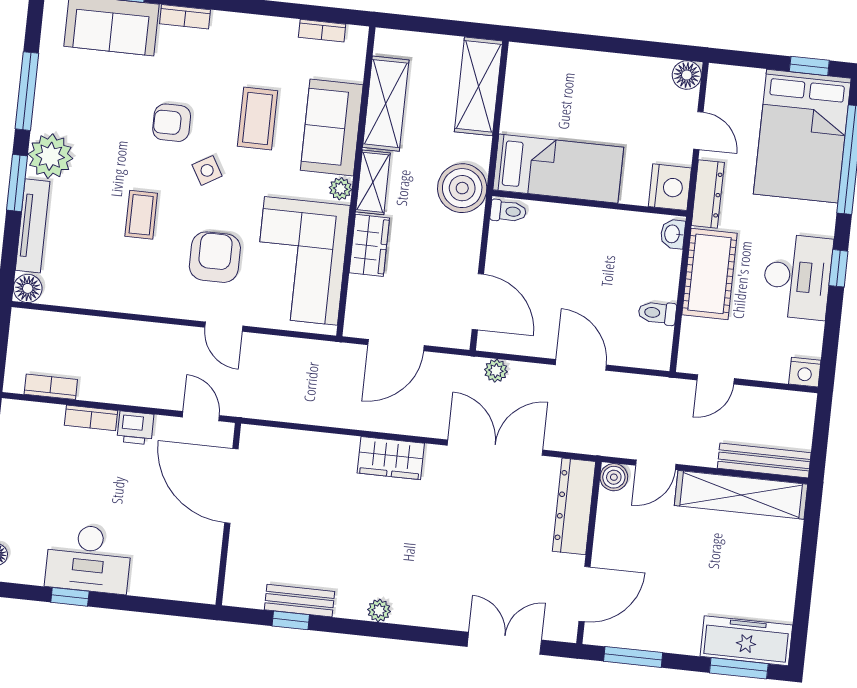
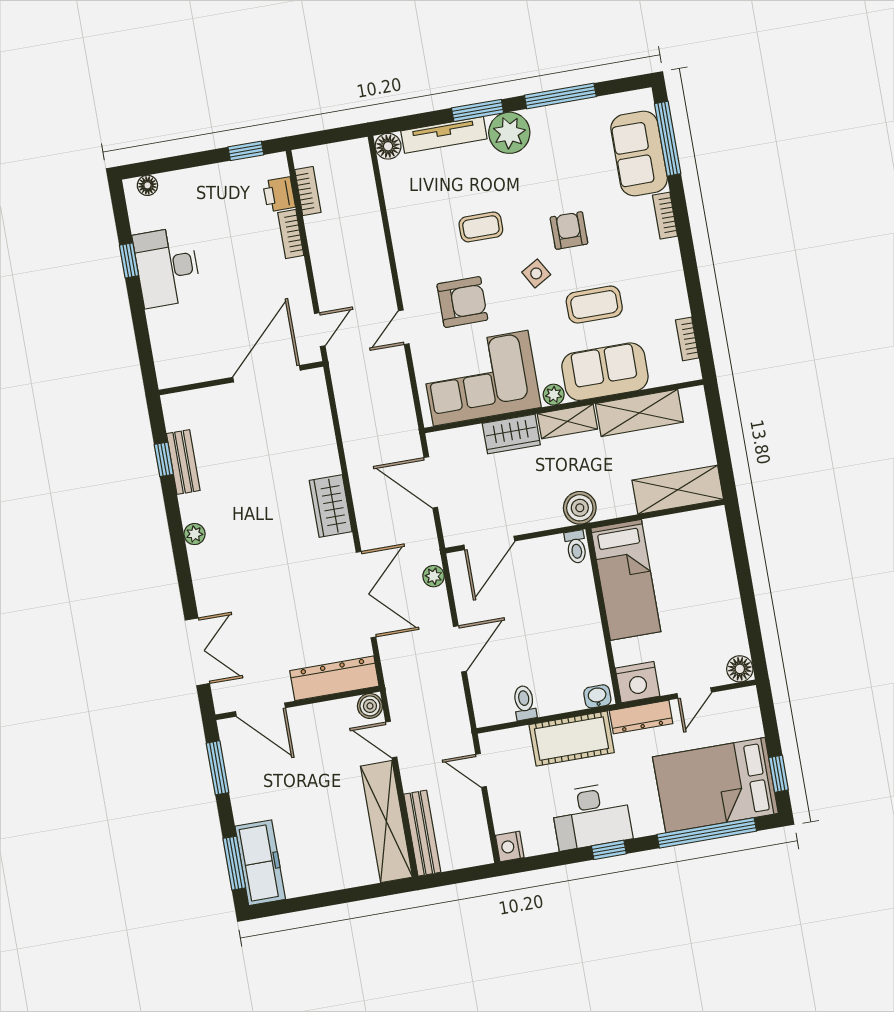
boiler: (462, 188) -> (580, 508), width x0.73, depth x0.73
printer: (135, 428) -> (279, 194), moved

